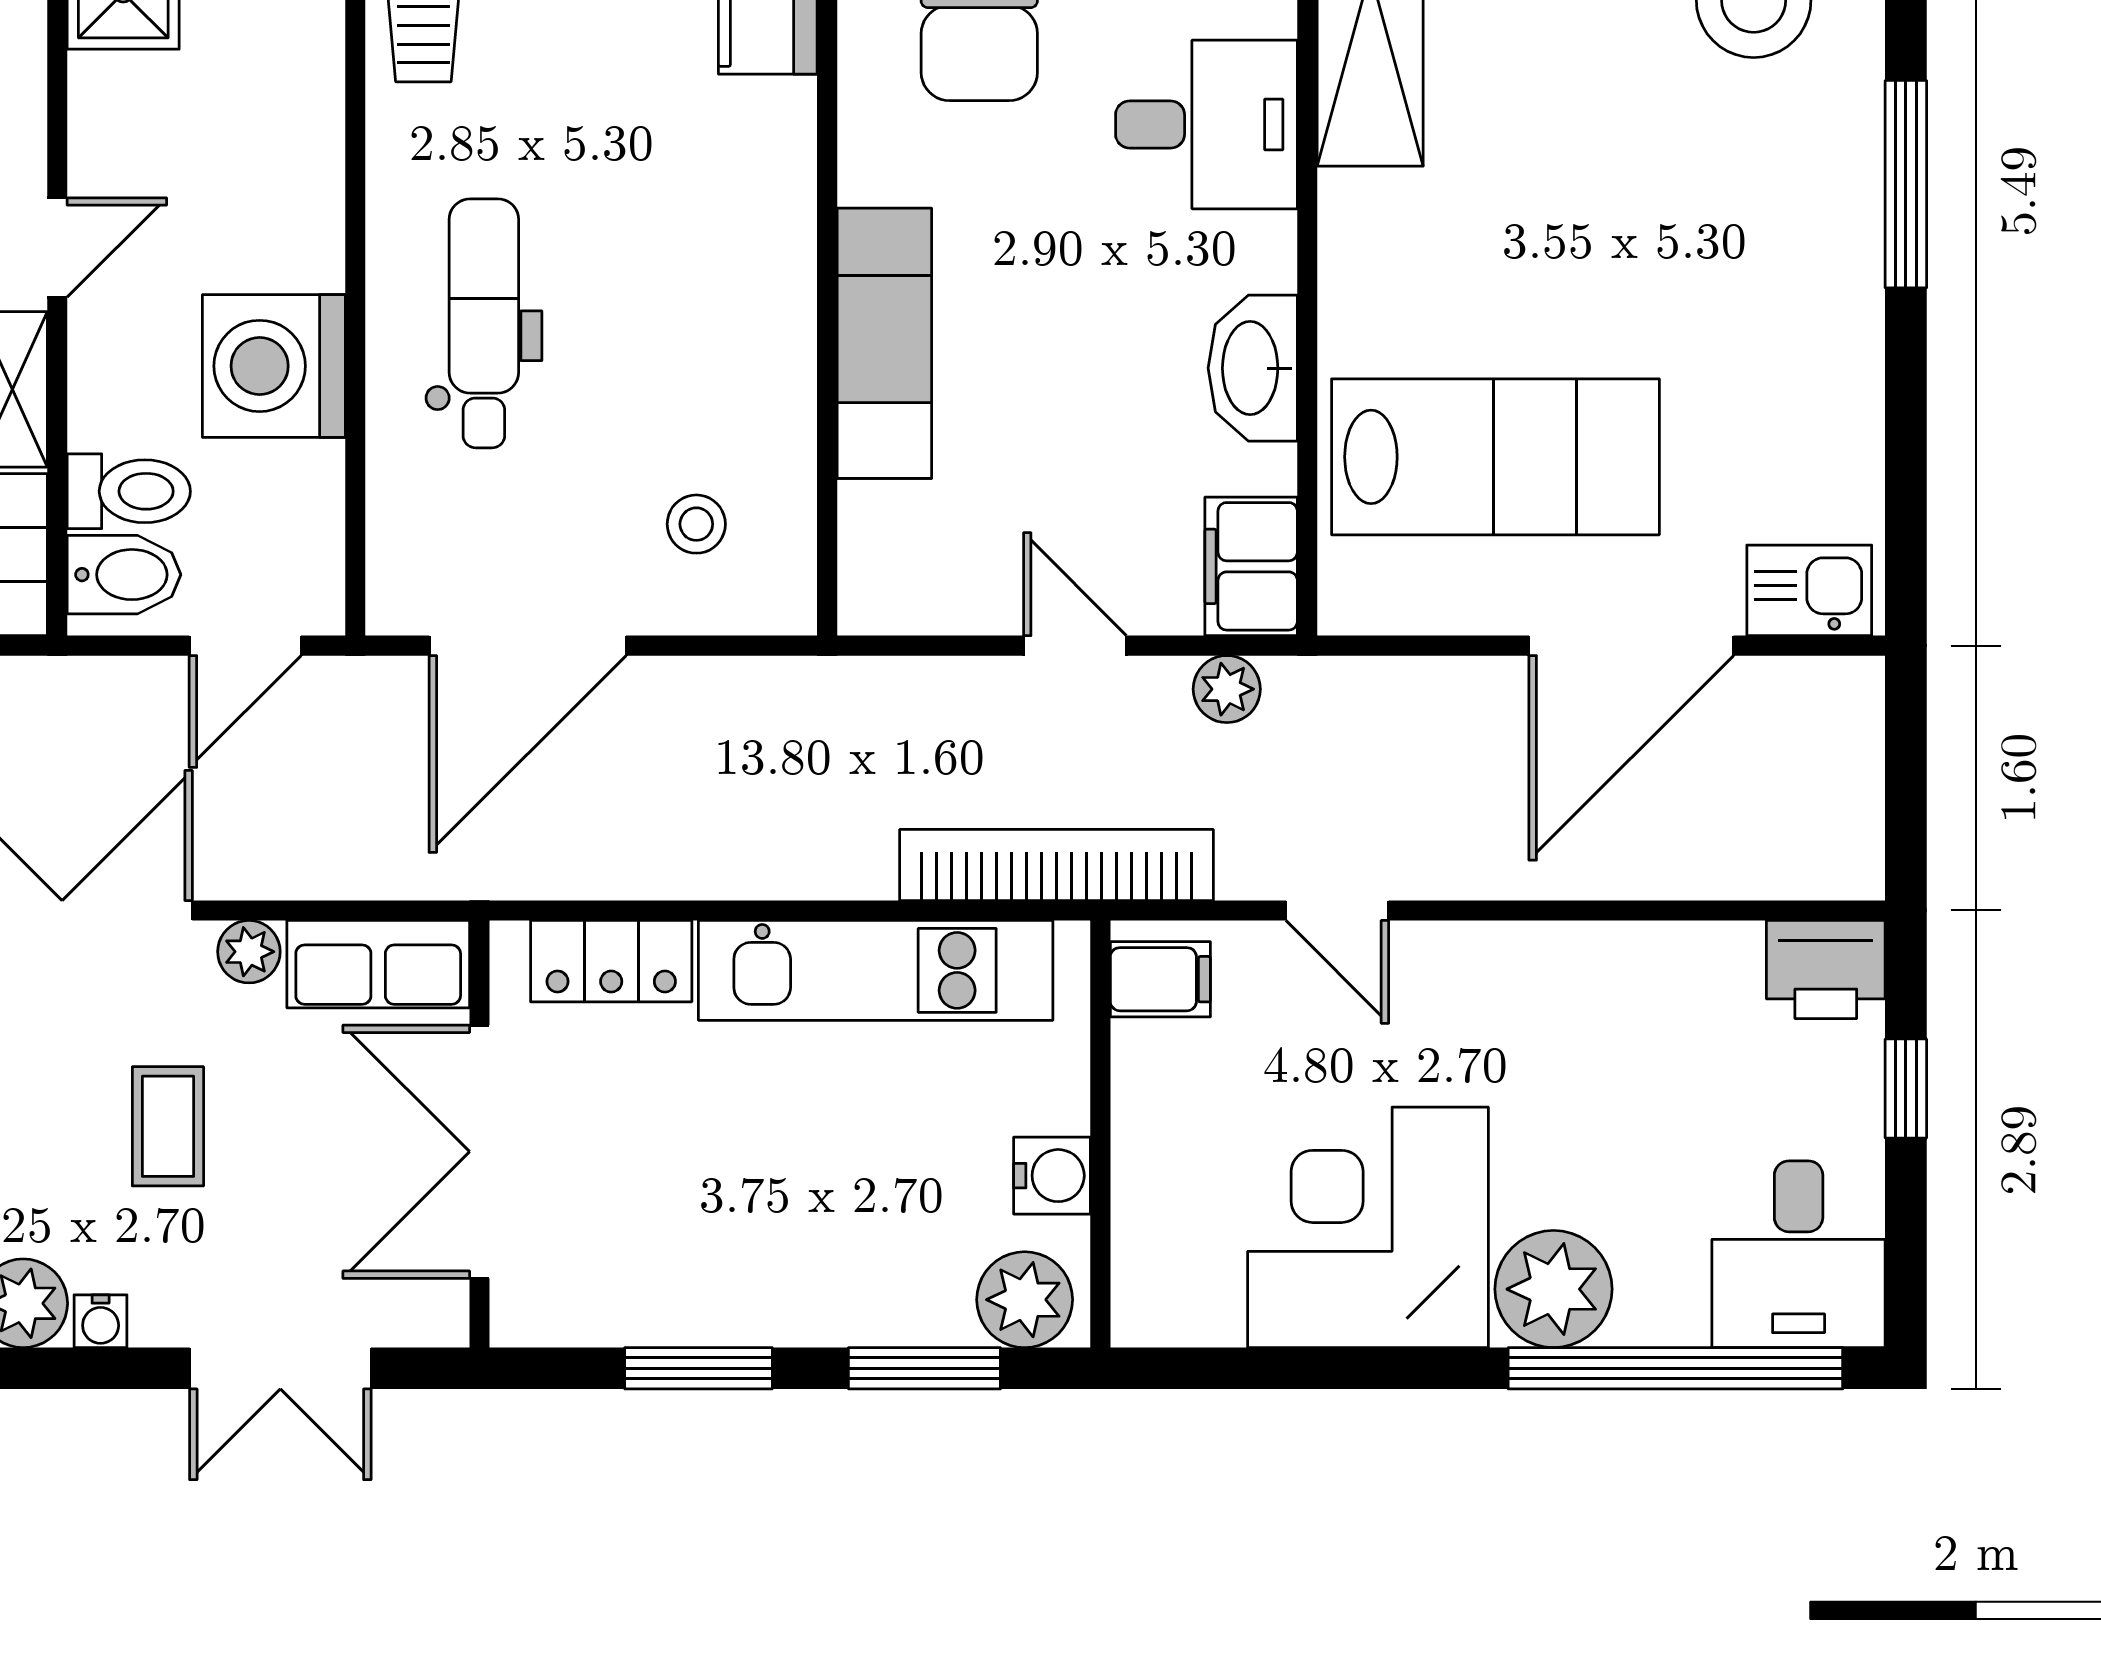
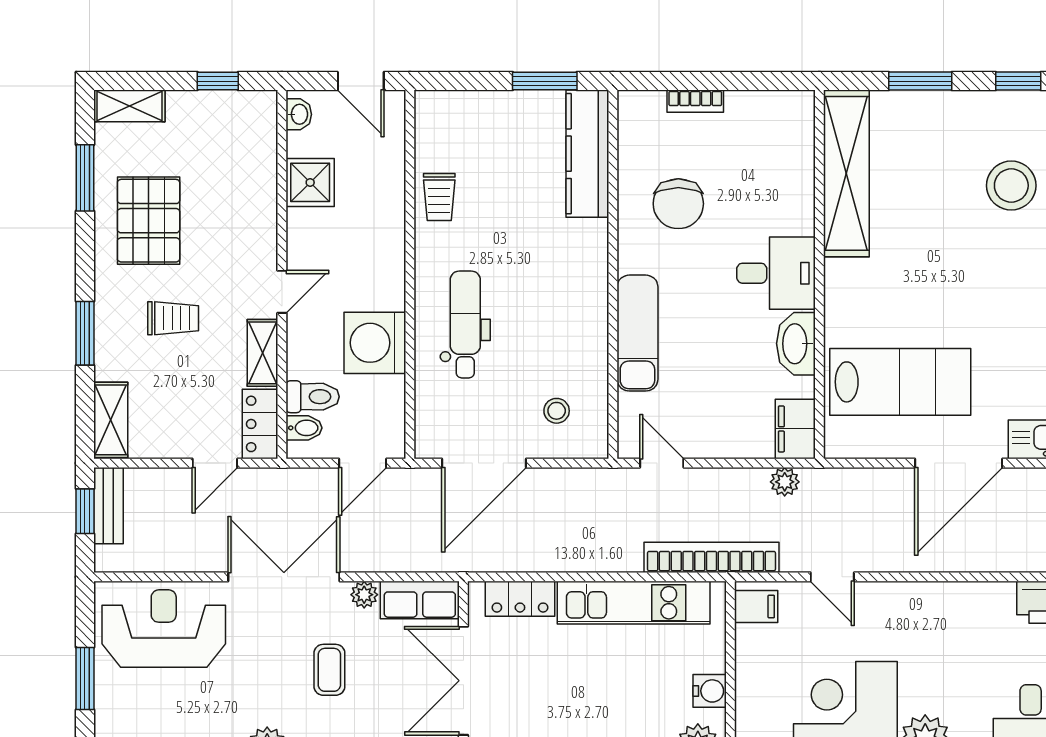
desk: (1206, 125) -> (776, 273), moved
bidet: (124, 575) -> (304, 428), width x0.72, depth x0.74
door: (1075, 646) -> (662, 463), moved

